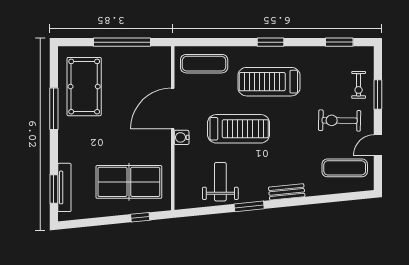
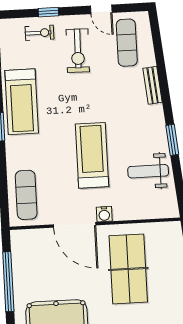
treadmill: (269, 82) -> (22, 102), moved
window: (378, 94) -> (48, 12), width x0.67
table tennis table: (129, 182) -> (128, 269), moved
bench: (287, 192) -> (153, 85), moved

